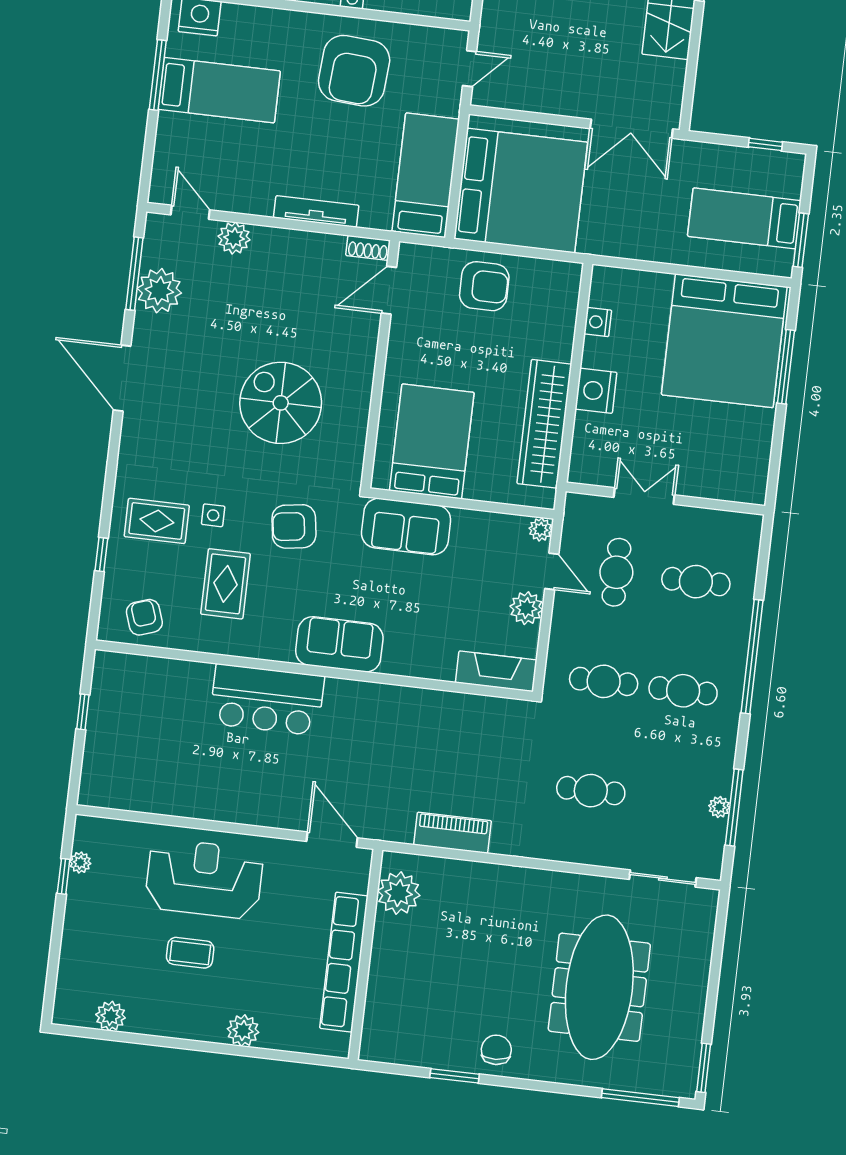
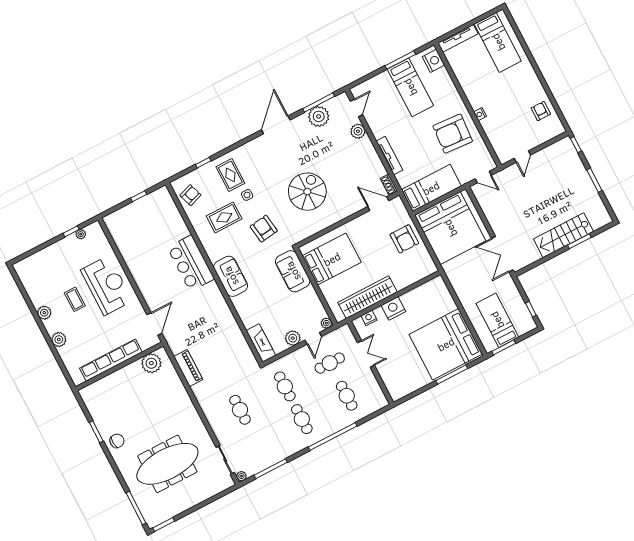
nightstand: (598, 322) -> (369, 318), moved
plant: (719, 807) -> (241, 476), moved
plant: (111, 1016) -> (44, 313), moved

